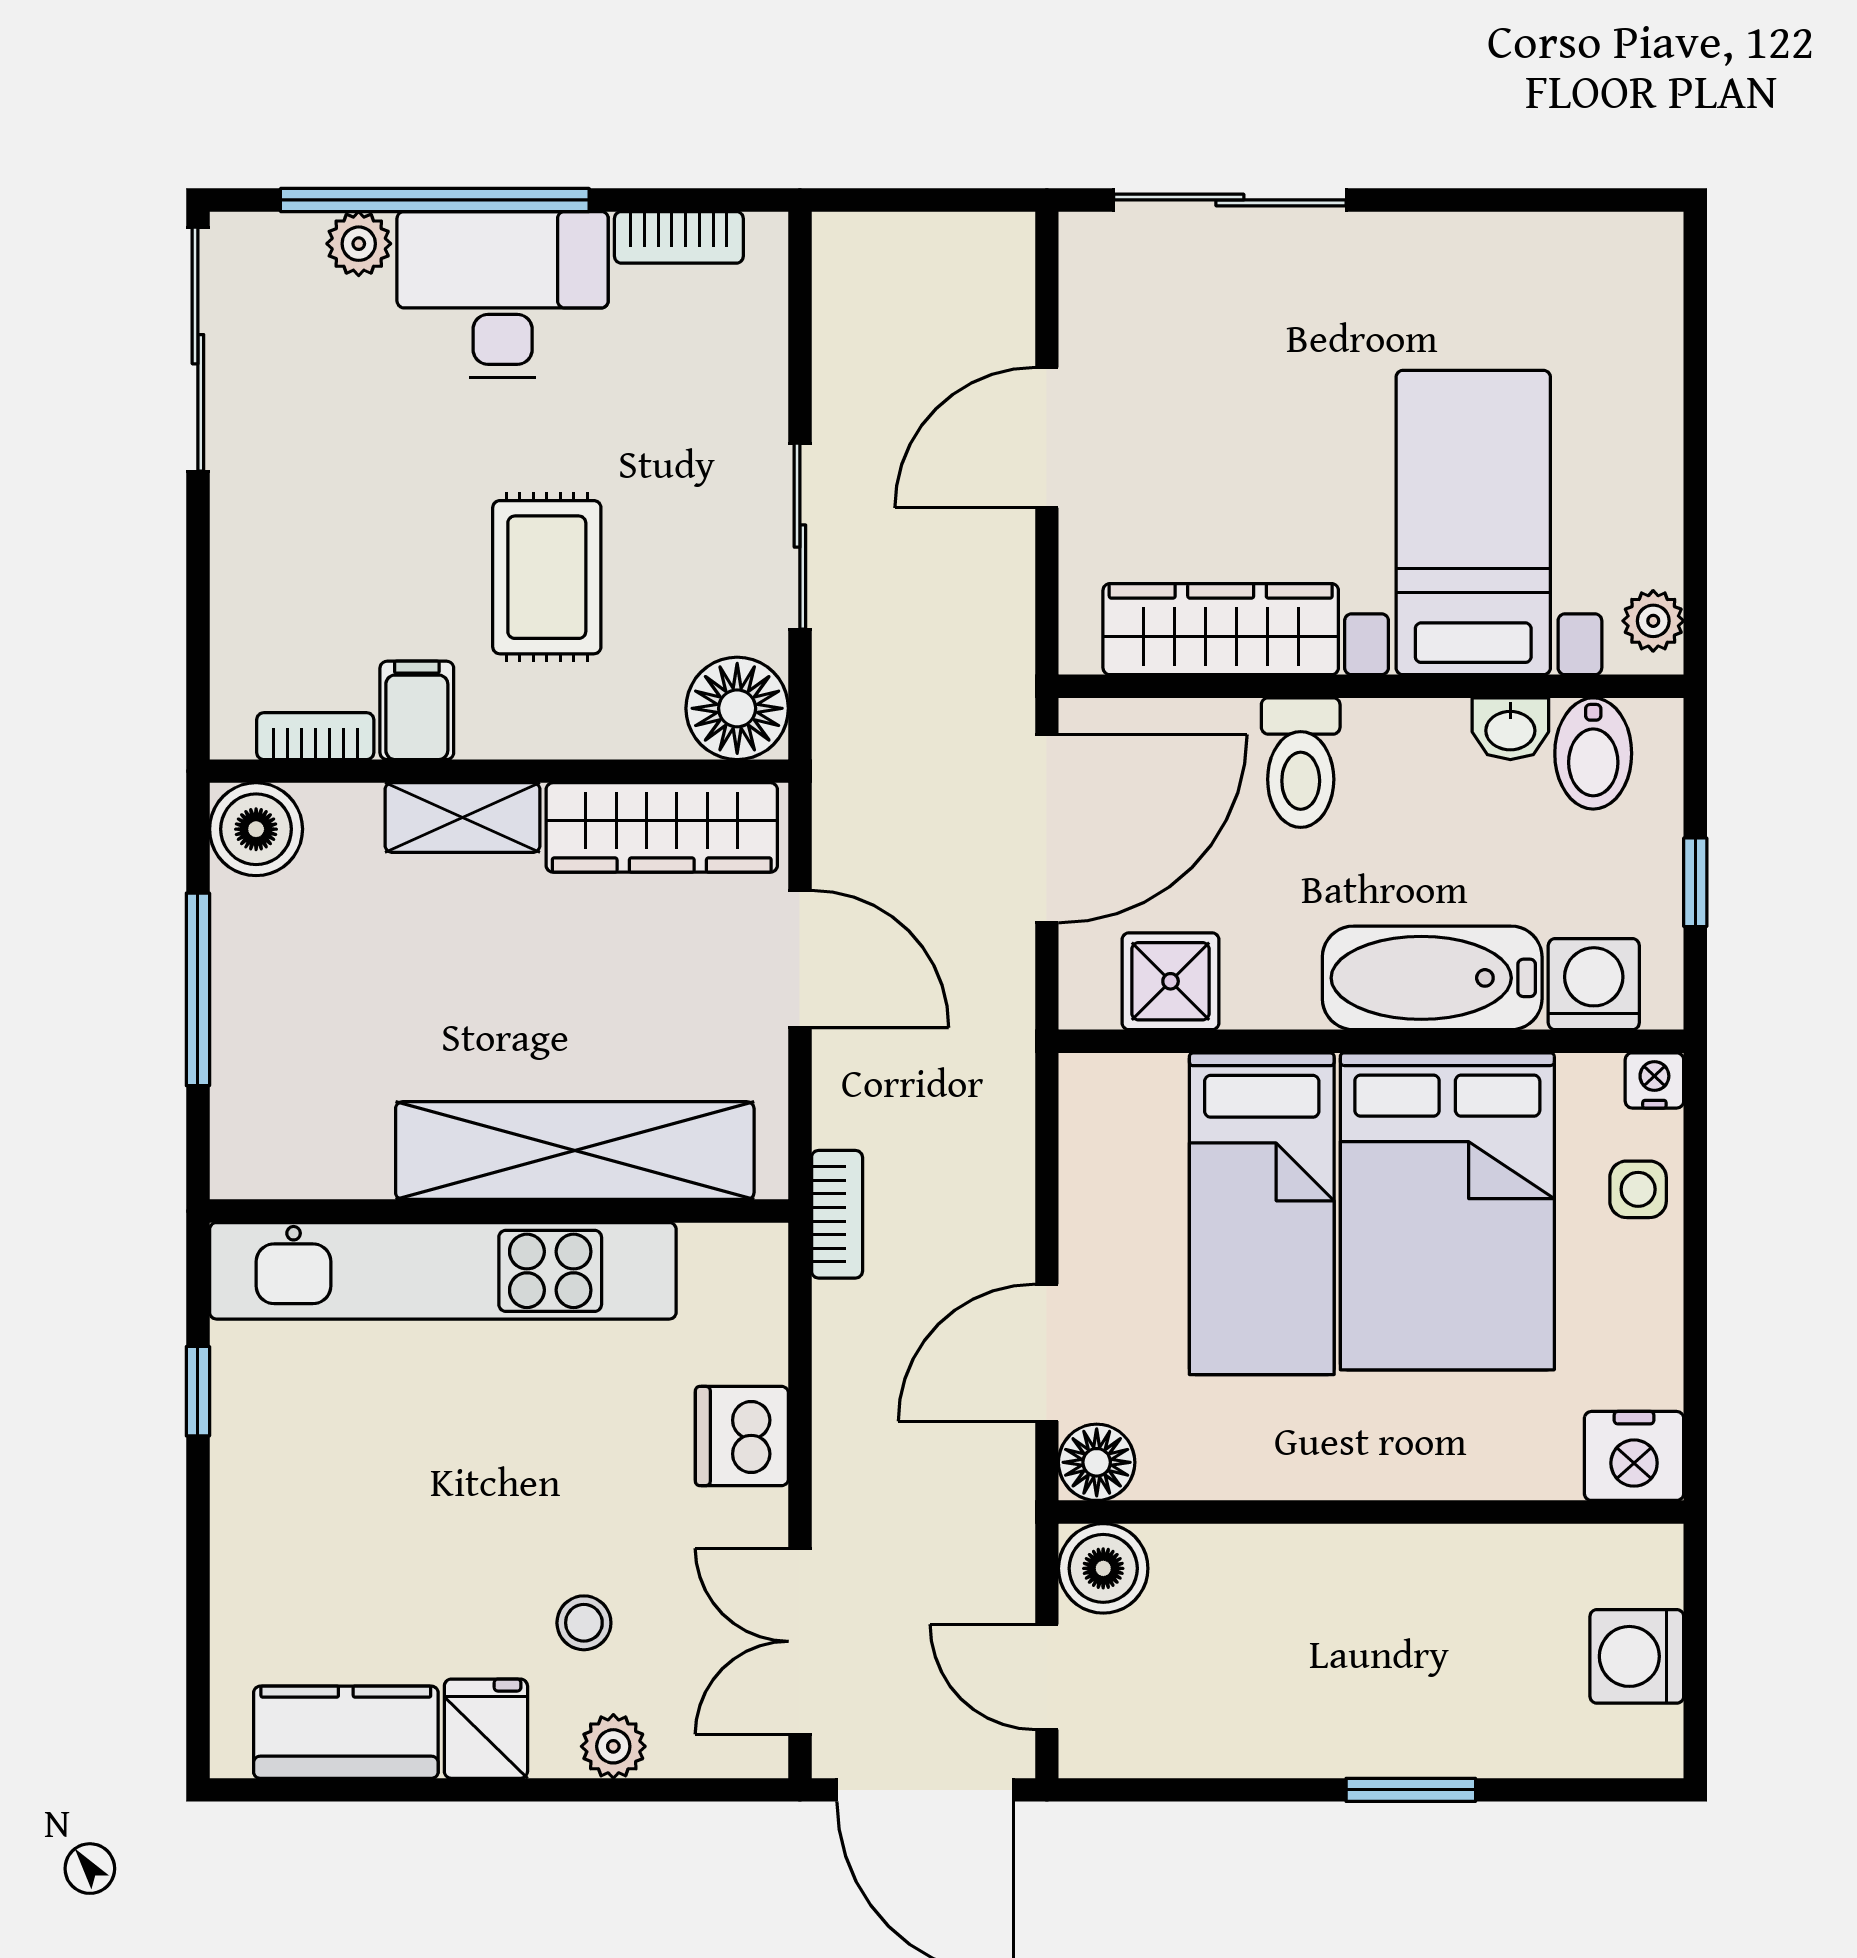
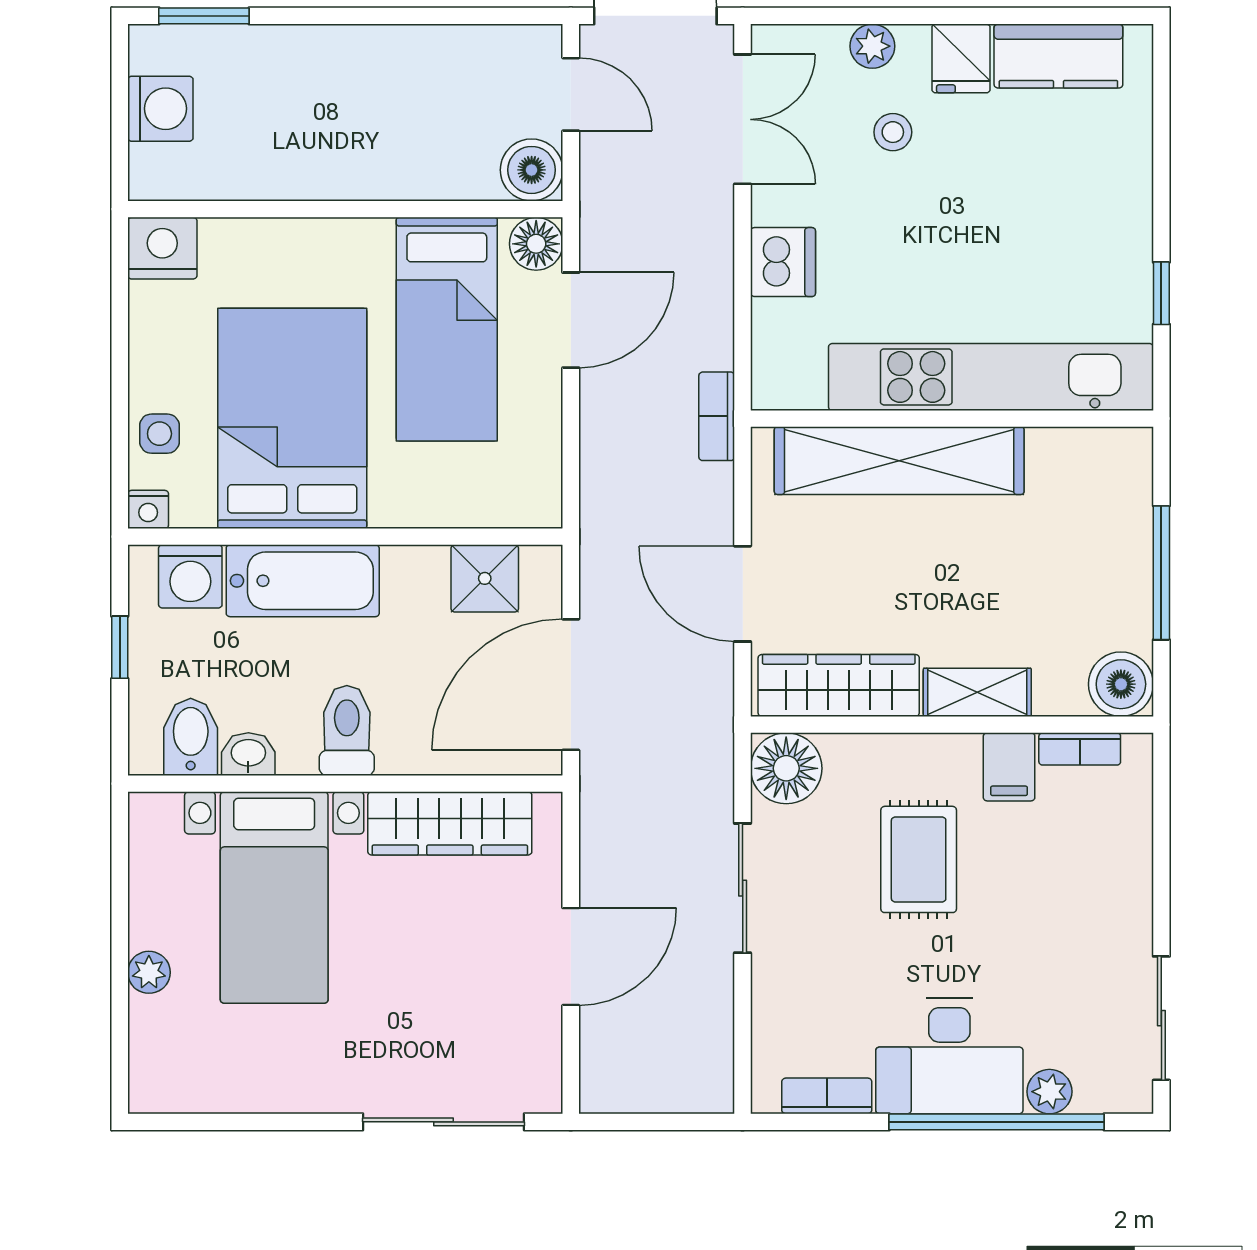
sliding door: (198, 349) -> (1161, 1018), width x0.73
plant: (1653, 621) -> (149, 972), moved
toilet: (1301, 763) -> (347, 731), moved
bed: (1262, 1214) -> (447, 329), moved, turned 180
window: (1411, 1790) -> (204, 16), moved

